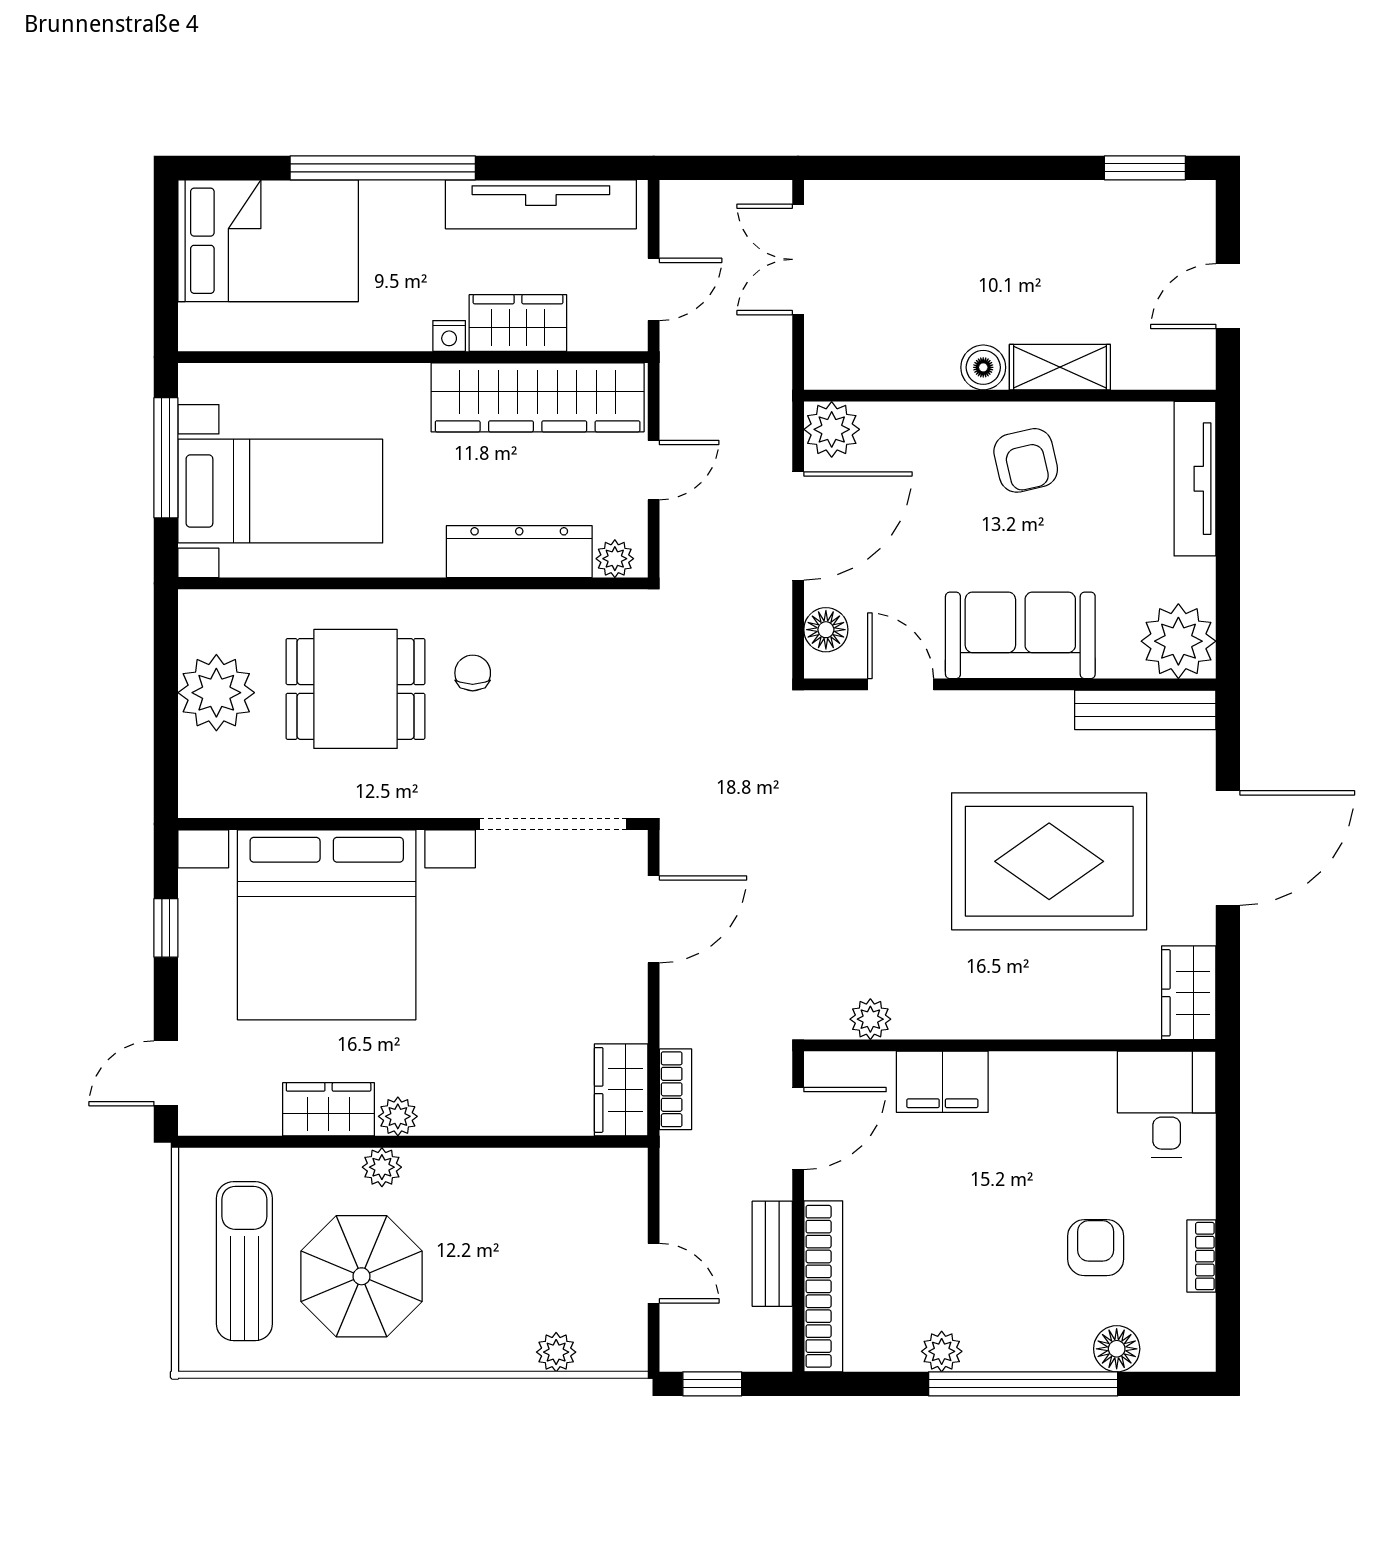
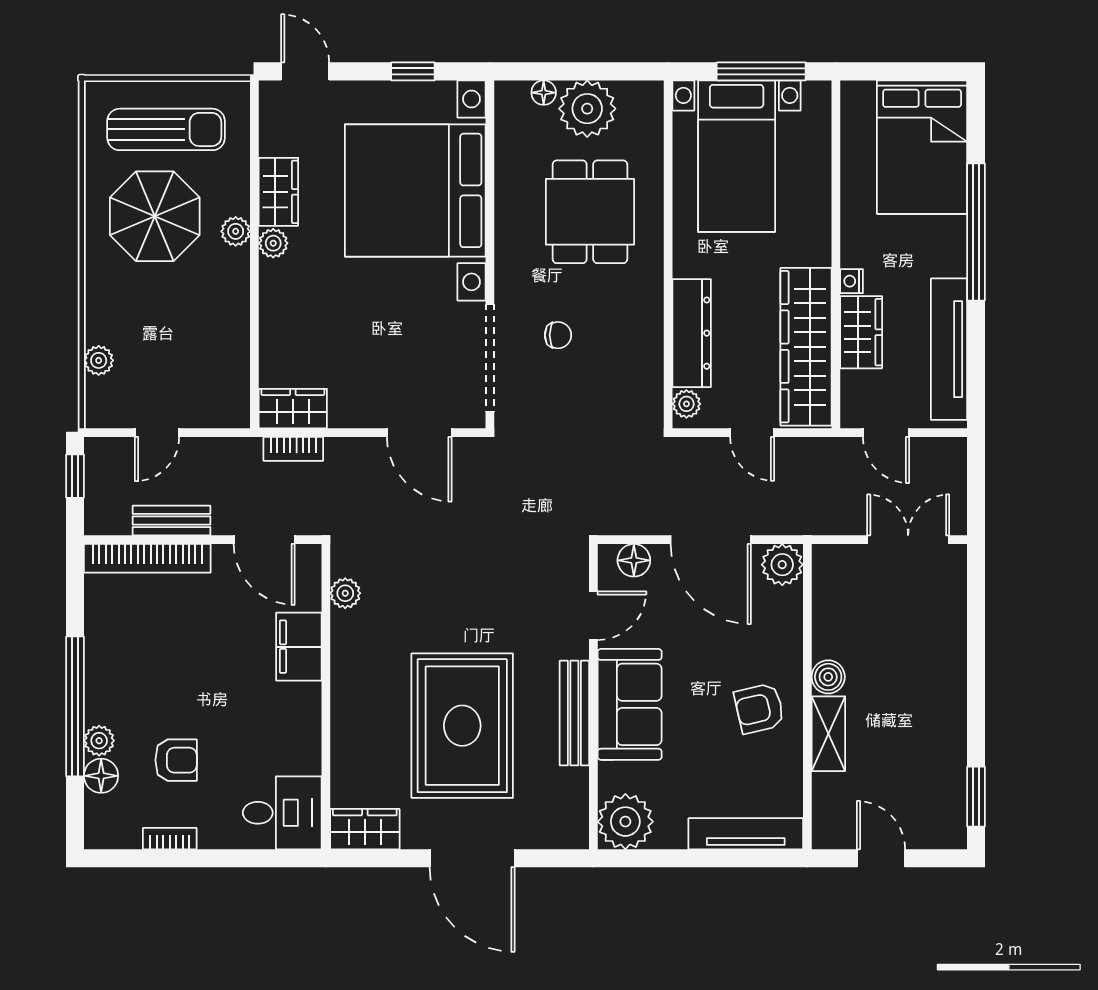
chair: (473, 673) -> (558, 335), moved
bench: (1145, 710) -> (574, 713), moved
floor lamp: (195, 751) -> (544, 93), added
plant: (942, 1351) -> (99, 741), moved

